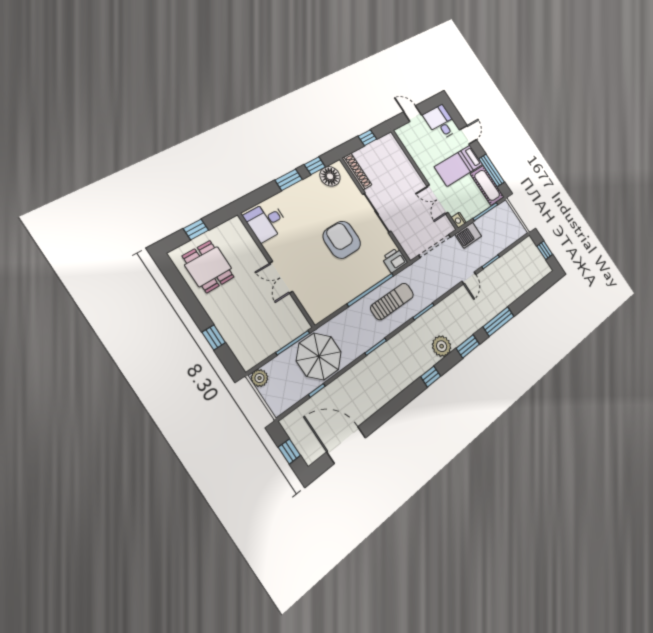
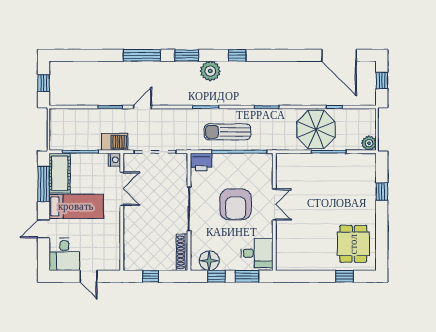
desk: (266, 221) -> (257, 253), moved
wall: (276, 270) -> (274, 212), moved
double door: (281, 277) -> (274, 204), moved

